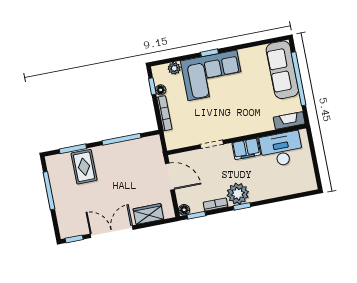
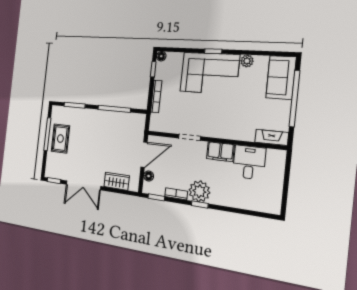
plant: (174, 68) -> (247, 61), moved
sofa: (282, 70) -> (281, 77), width x0.73
floor lamp: (161, 90) -> (161, 56), moved
desk: (281, 149) -> (249, 162), width x0.73
rug: (84, 167) -> (60, 139), moved
door: (170, 177) -> (144, 155), hinge flipped
floor lamp: (184, 210) -> (149, 176), moved
double door: (112, 232) -> (83, 185), swing flipped

